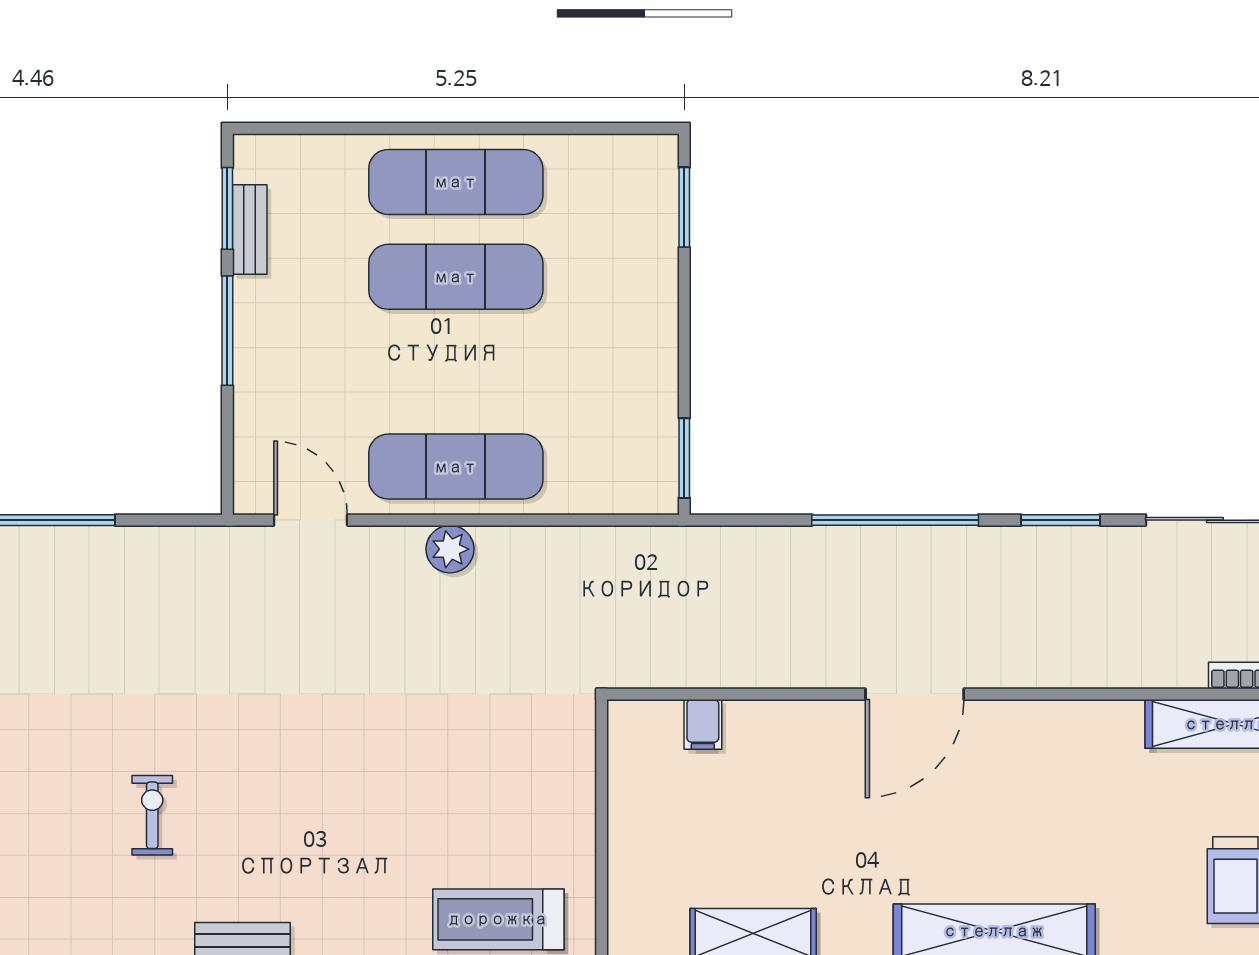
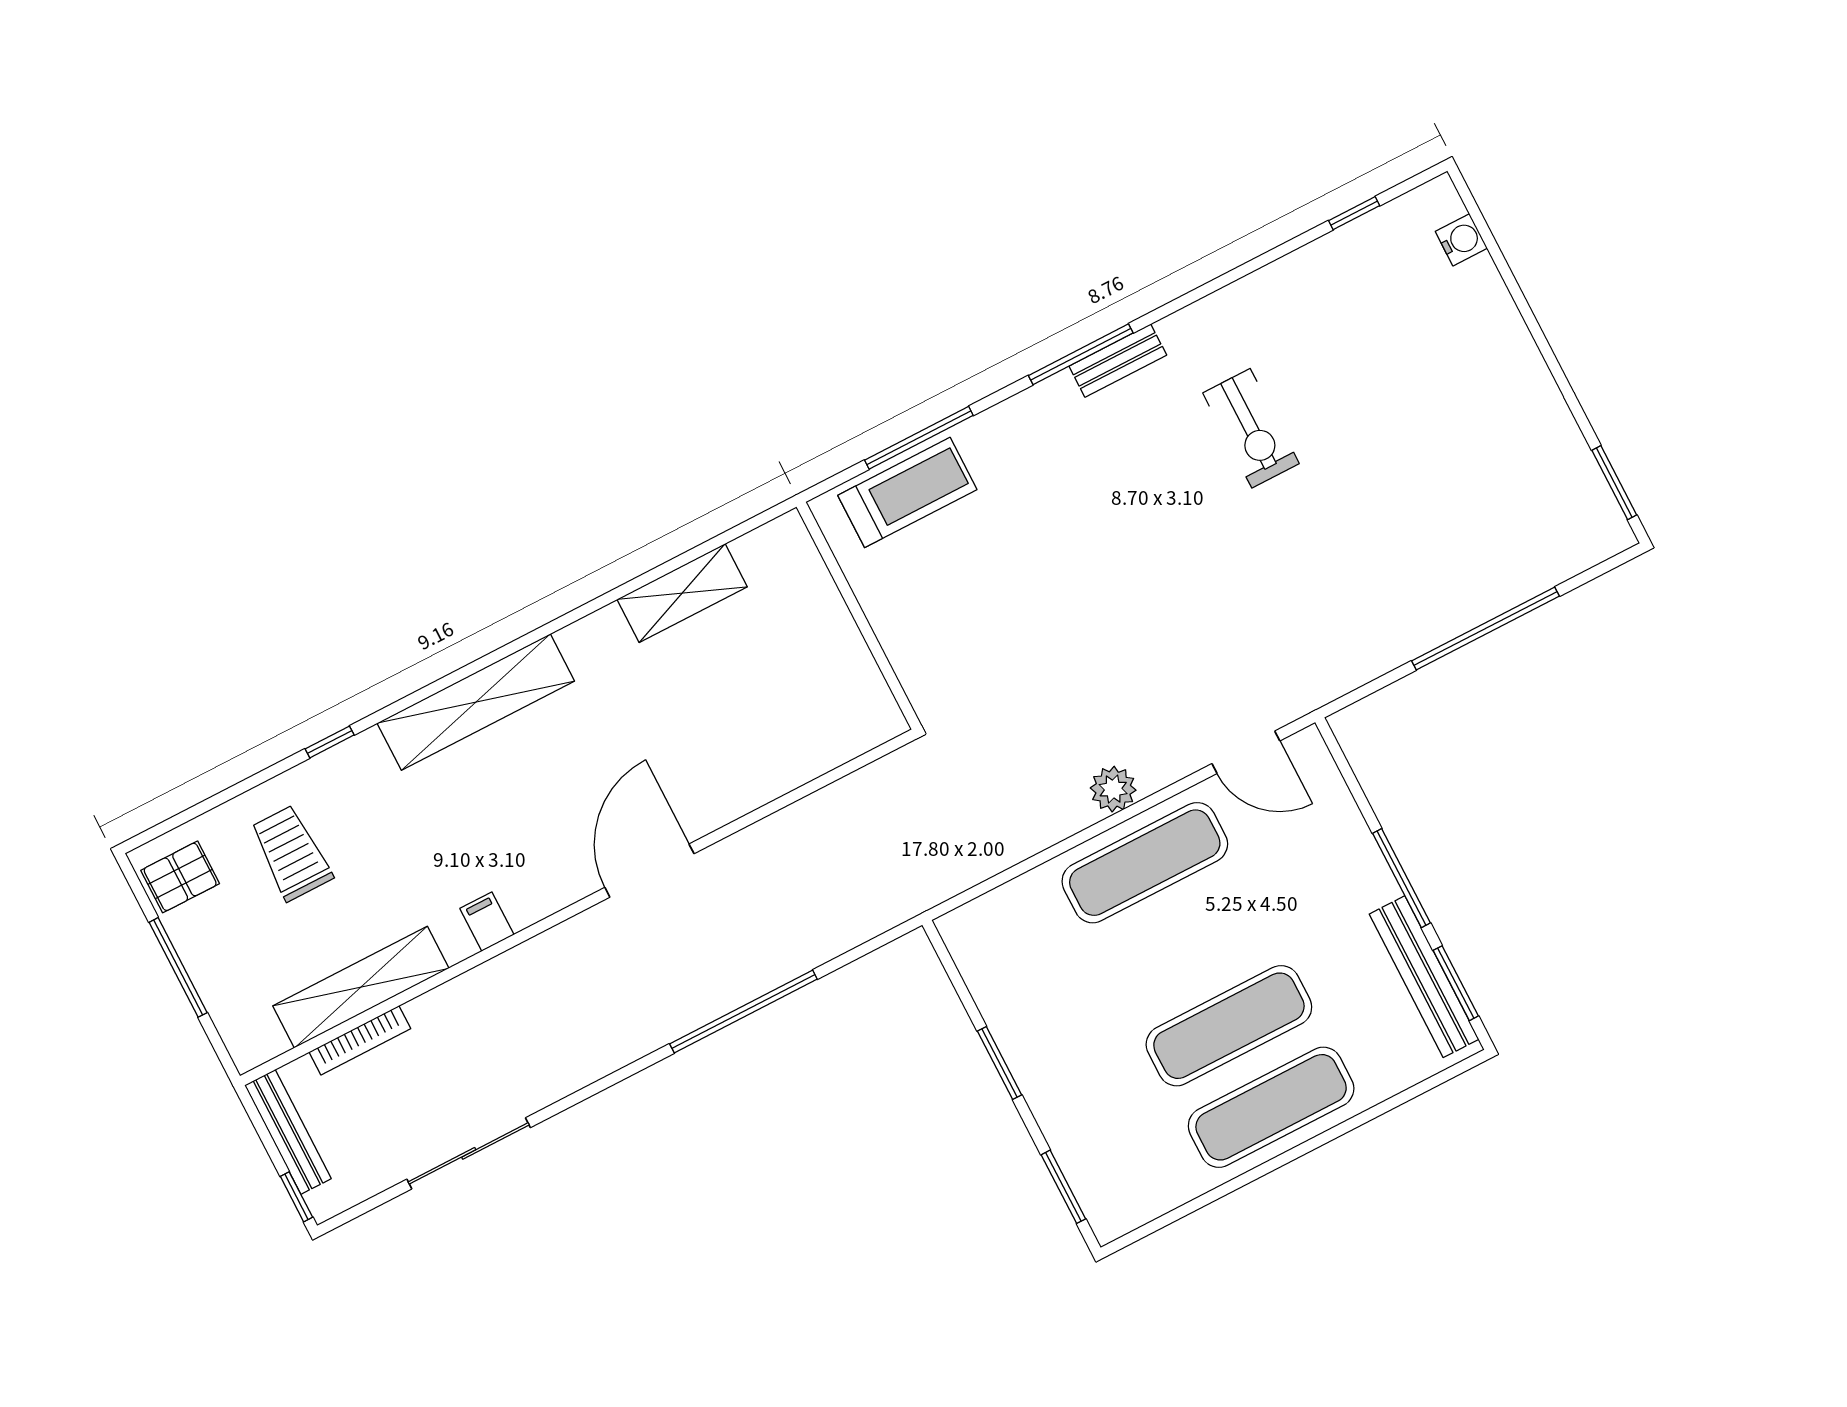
bench: (250, 229) -> (1424, 977), width x1.86, depth x1.21
window: (684, 458) -> (999, 1063), moved
window: (1060, 520) -> (601, 1085), removed
filing cabinet: (703, 724) -> (487, 922), moved
exercise bike: (152, 815) -> (1251, 428), width x1.38, depth x1.39

